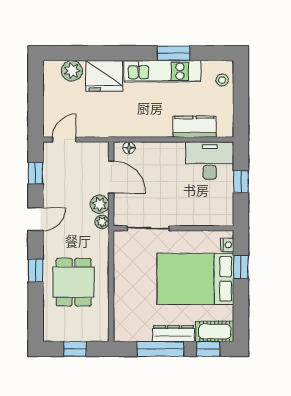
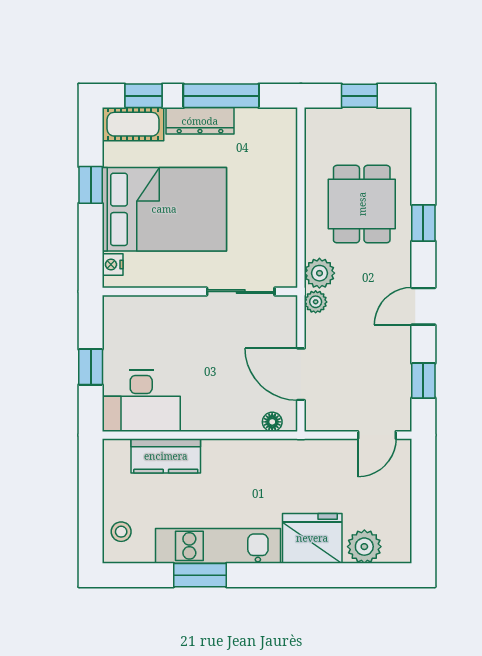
plant: (100, 204) -> (319, 273), moved
window: (241, 267) -> (91, 185), moved

